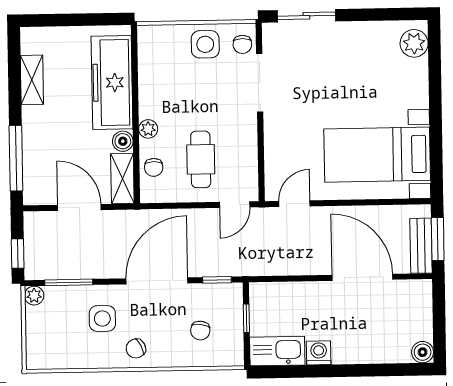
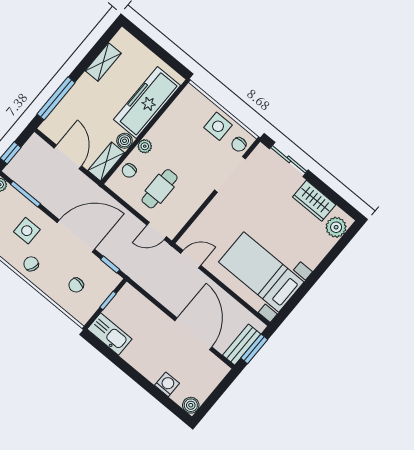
wardrobe: (369, 36) -> (314, 201), added
chair: (136, 348) -> (31, 264), turned 50
washing machine: (319, 353) -> (167, 384), moved

